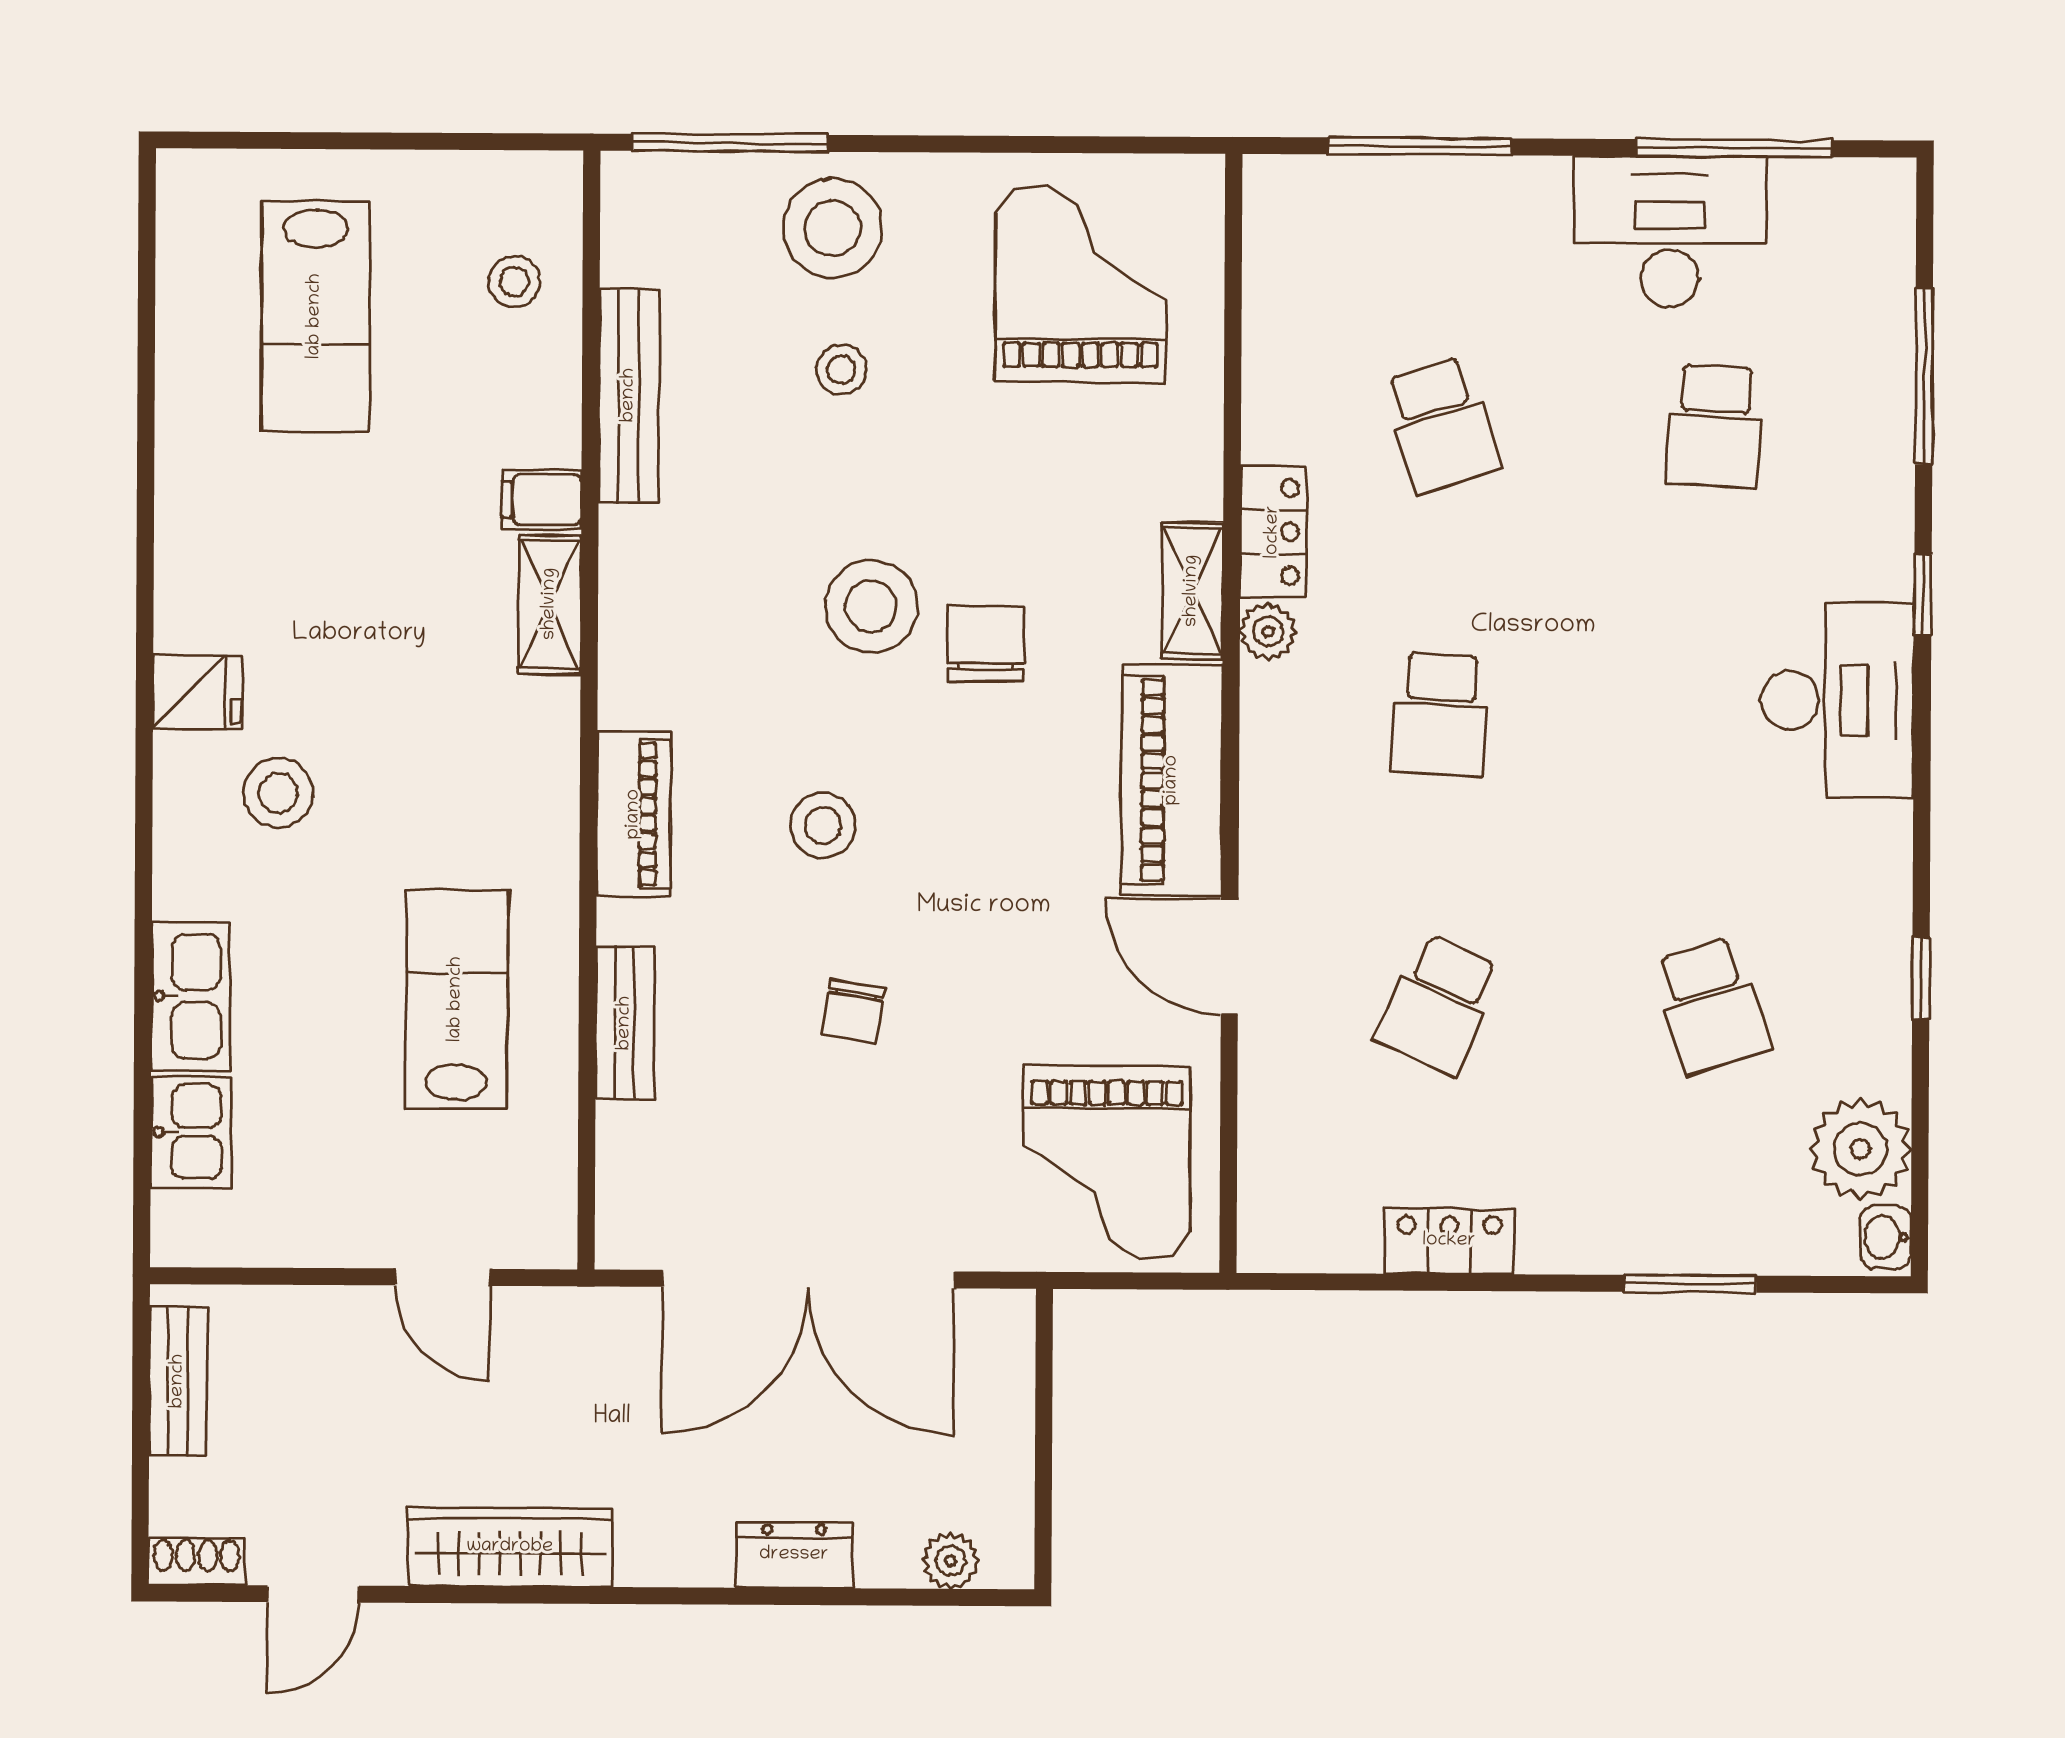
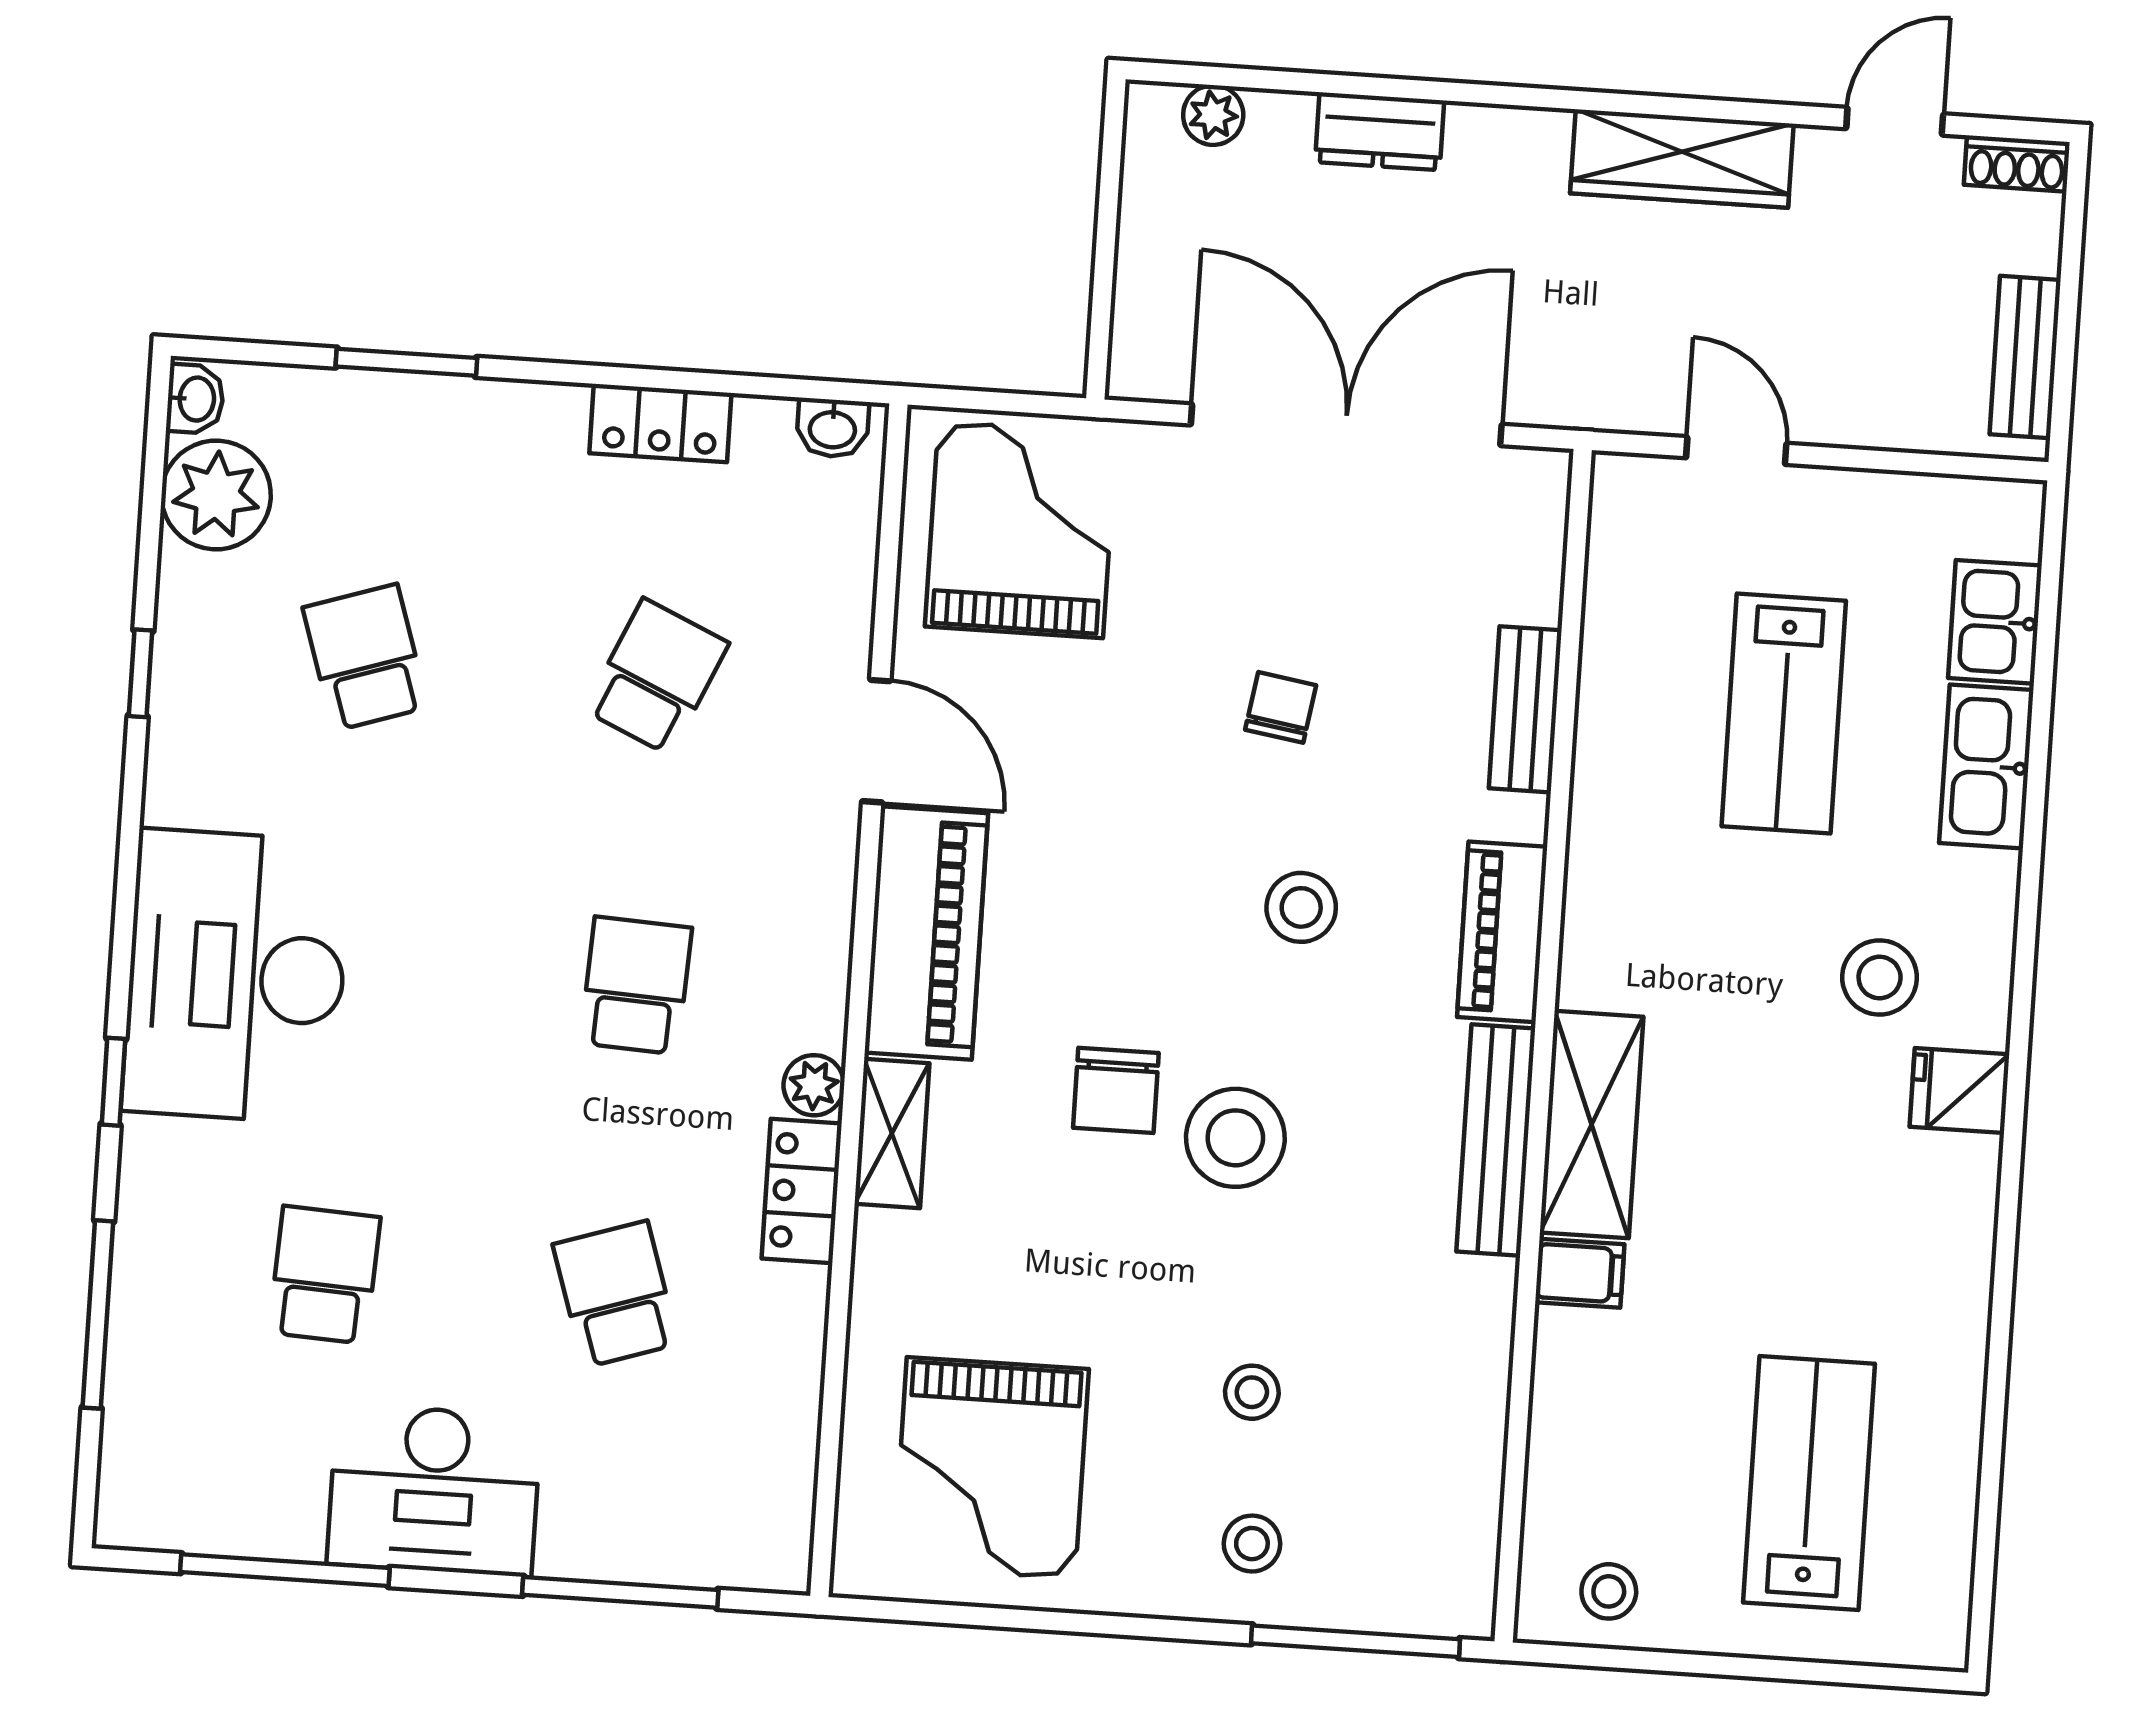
stool: (833, 228) -> (1252, 1544), width x0.53, depth x0.53
desk: (1670, 232) -> (434, 1490), moved
stool: (514, 282) -> (1609, 1591), moved
bench: (629, 395) -> (1496, 1140), moved
shelving: (550, 604) -> (1592, 1125), width x1.50, depth x1.33
desk: (1837, 700) -> (236, 976), width x1.36, depth x1.30
lab bench: (456, 999) -> (1784, 714), moved
washbasin: (1288, 1247) -> (833, 428), added

